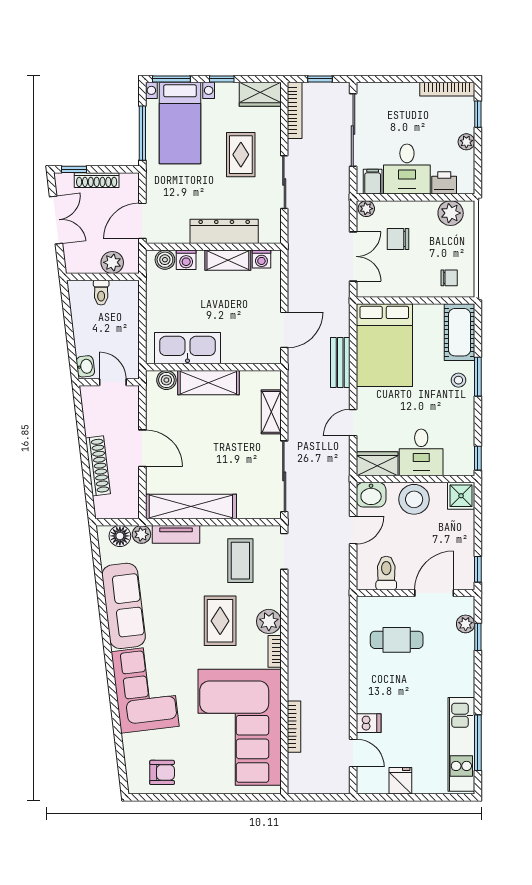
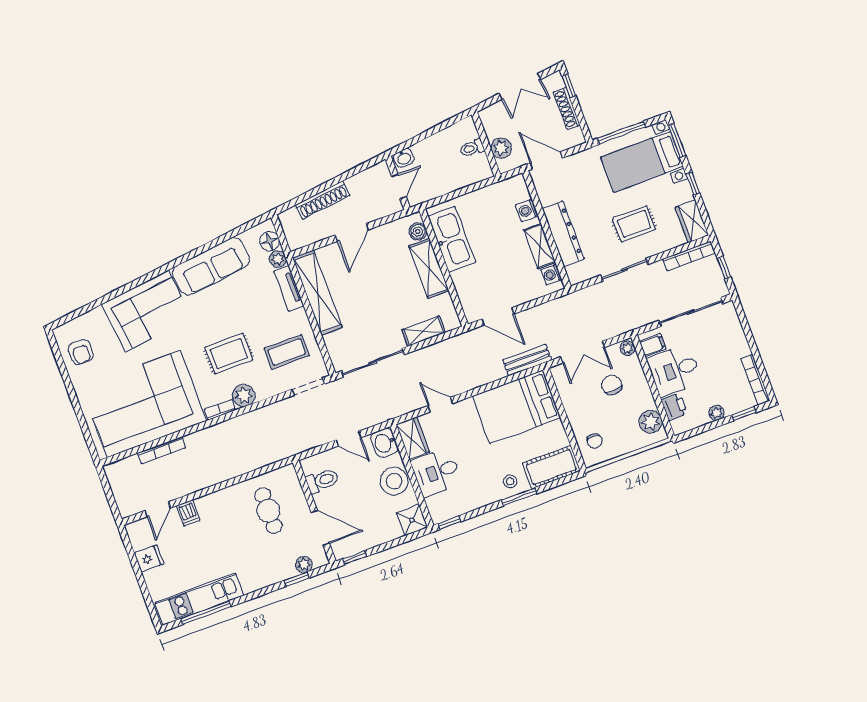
boiler: (165, 260) -> (520, 192), removed
bench: (340, 362) -> (527, 360), moved

